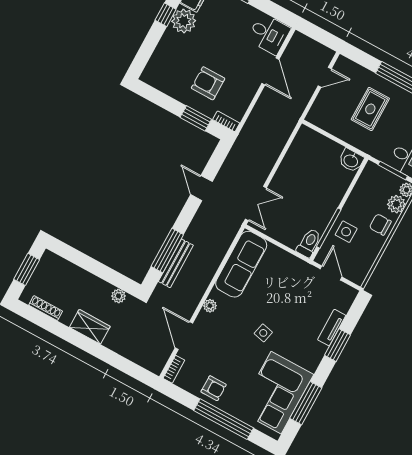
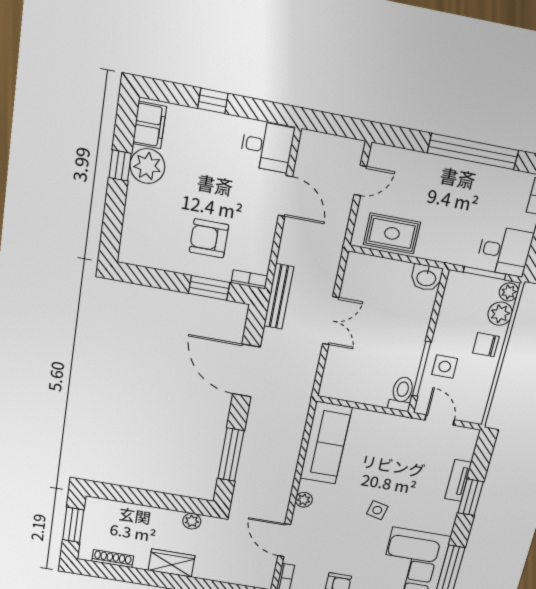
rug: (370, 109) -> (392, 233), moved, turned 90
door: (201, 188) -> (246, 371), width x1.87
double door: (256, 204) -> (331, 321), moved
bench: (176, 263) -> (279, 297), moved

